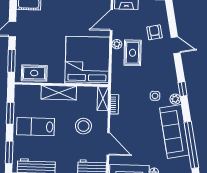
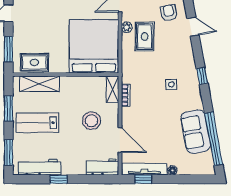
shelving: (59, 93) -> (40, 84), moved
plant: (175, 99) -> (194, 88), removed
sofa: (174, 131) -> (196, 132), width x0.73

